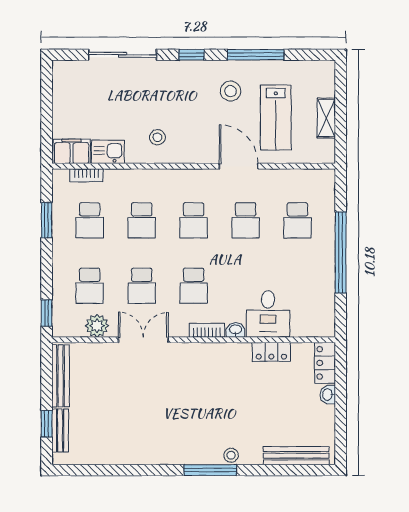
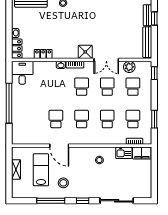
school desk: (297, 220) -> (30, 119), removed
desk: (268, 314) -> (22, 73), moved
shower: (186, 356) -> (85, 52), added

